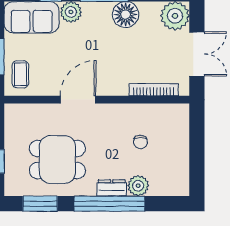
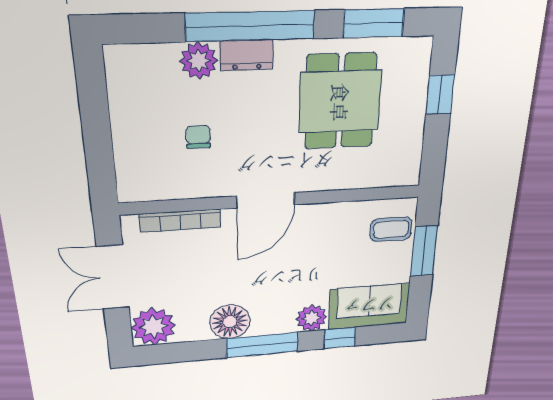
coffee table: (20, 74) -> (391, 229), turned 90
door: (78, 100) -> (266, 200), moved
dining table: (57, 160) -> (340, 102), turned 90

